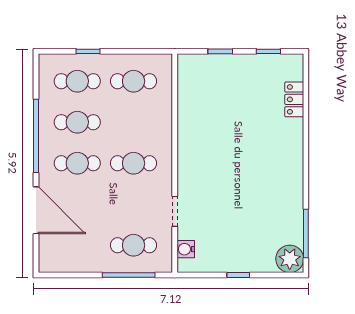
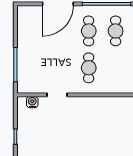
cafe table: (134, 245) -> (35, 68), removed

